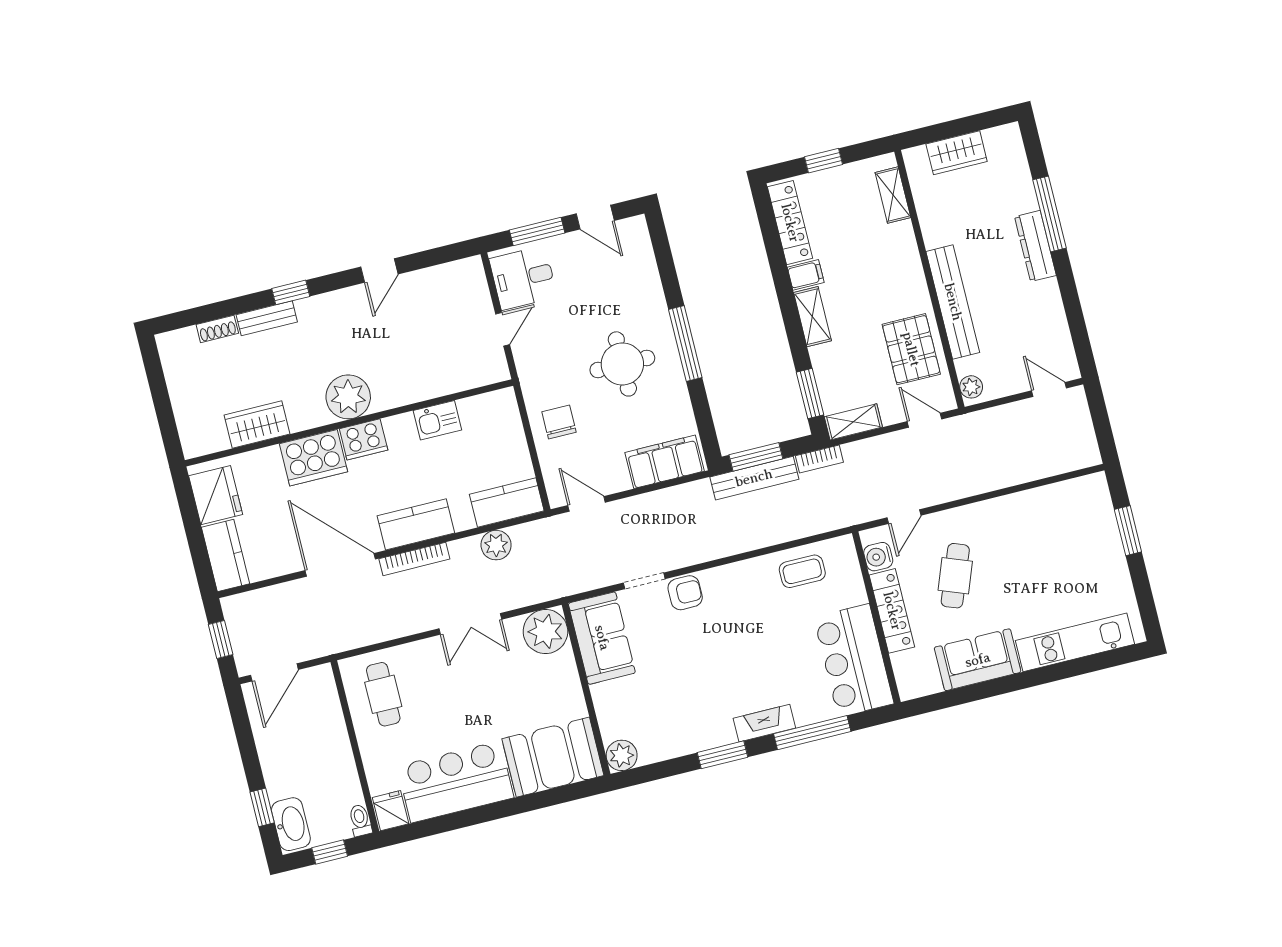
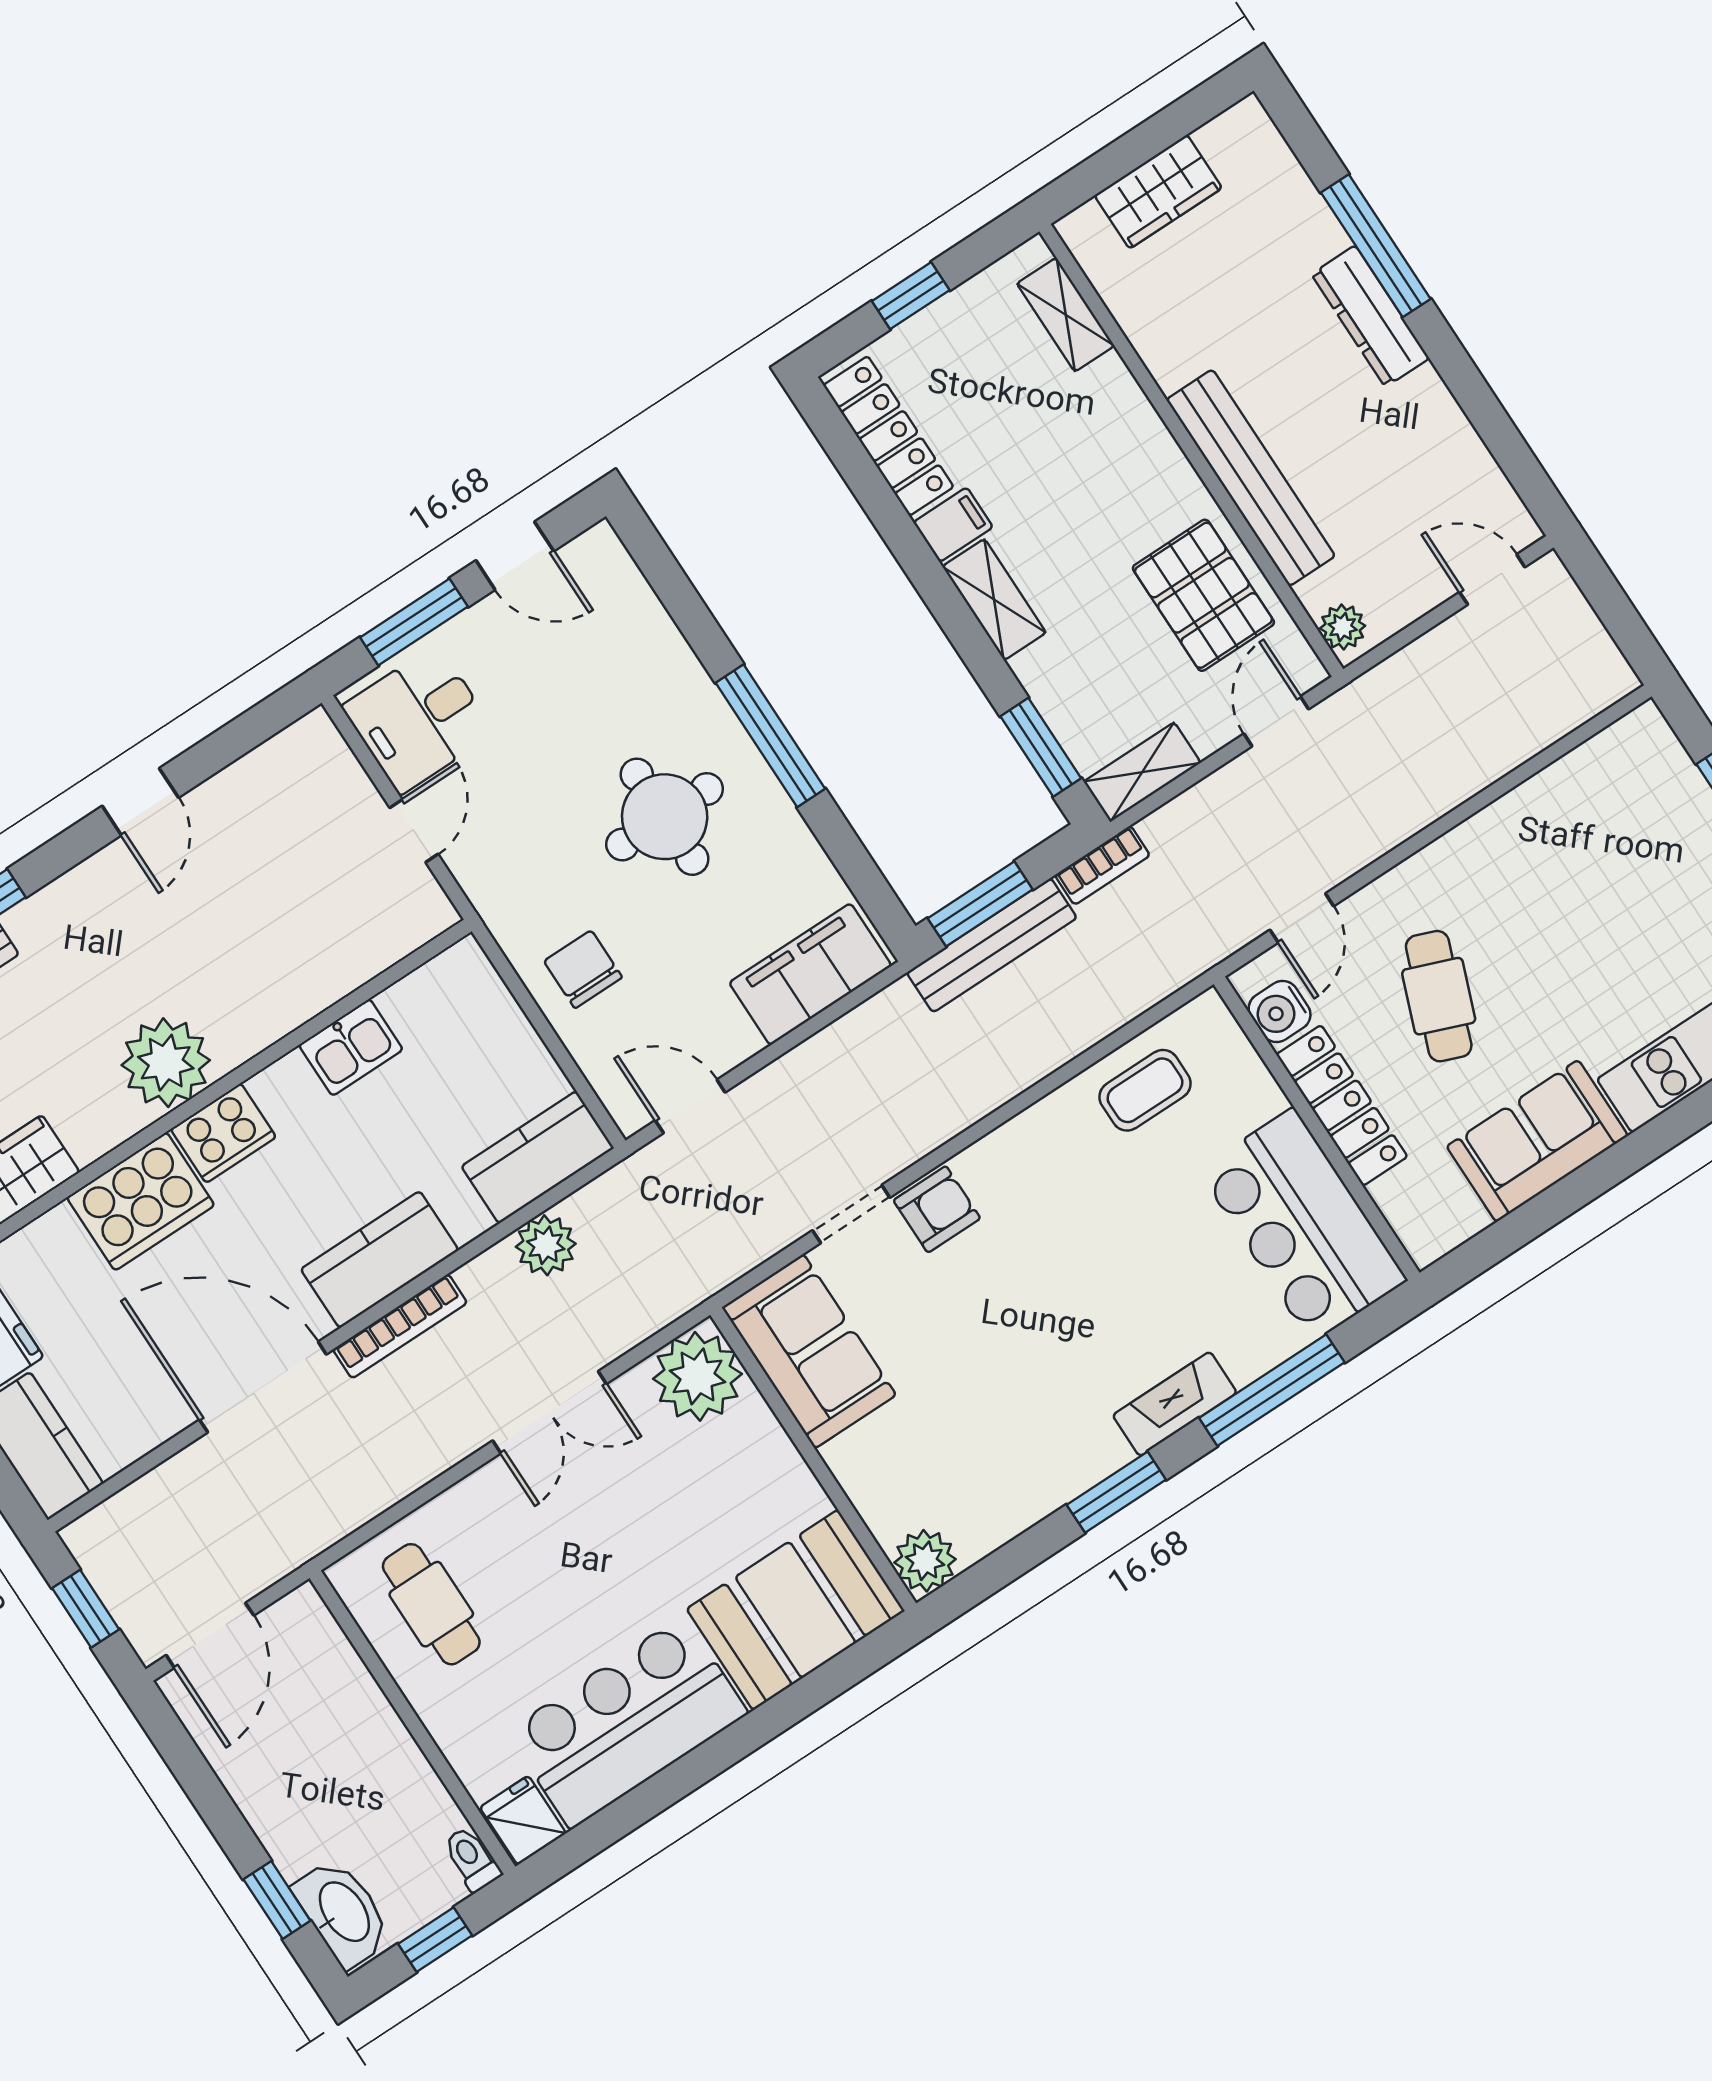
door: (924, 420) -> (1276, 721), hinge flipped

